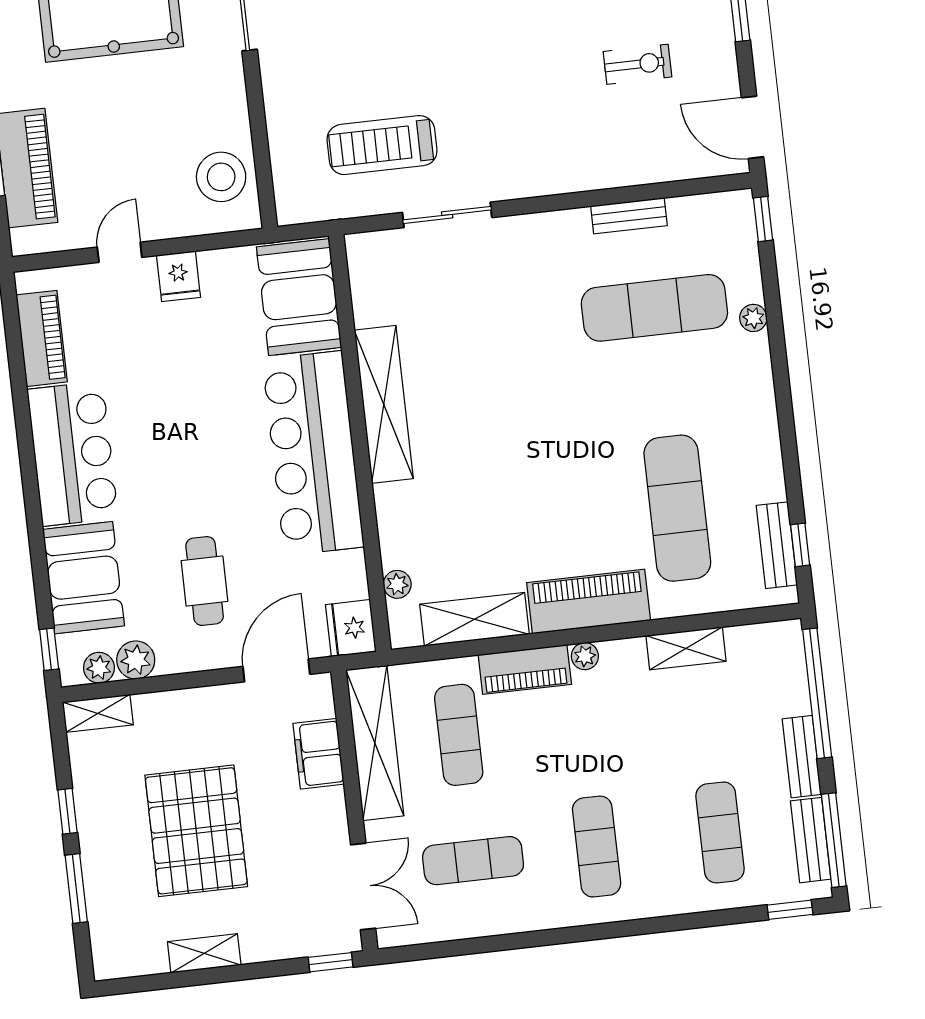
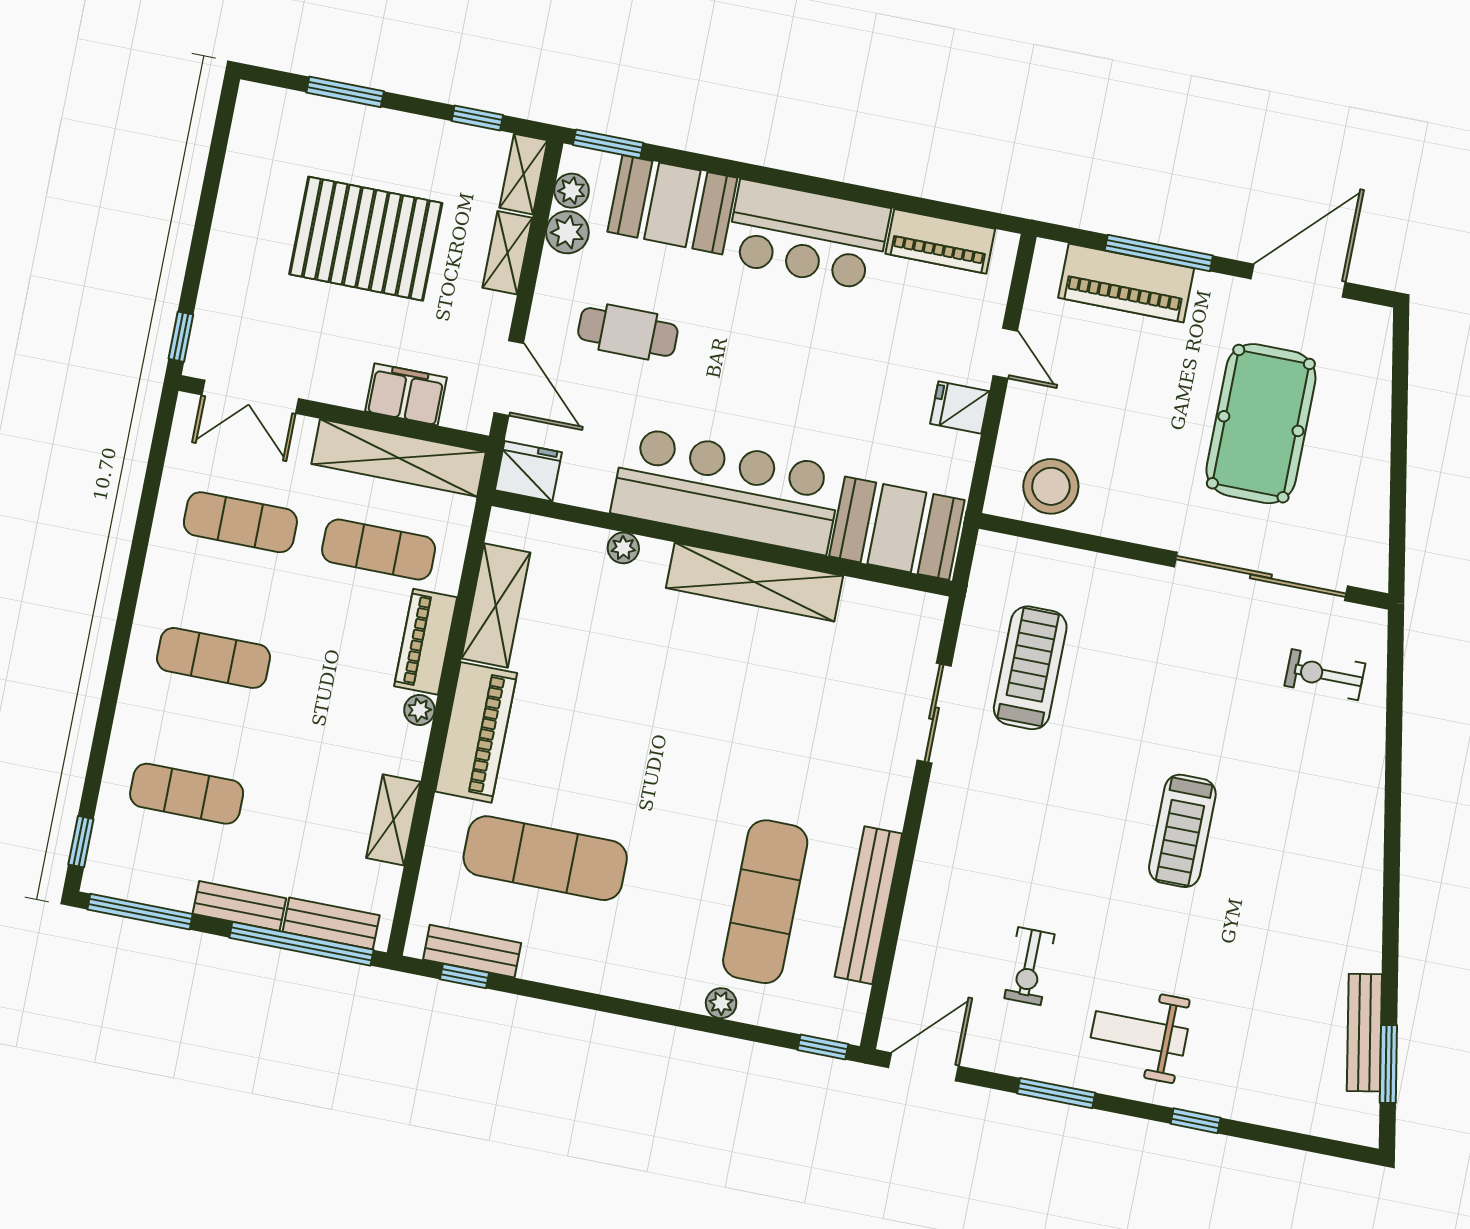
bench: (629, 216) -> (868, 905), width x1.86, depth x1.21
plant: (397, 584) -> (623, 548), moved
window: (49, 649) -> (608, 144), width x1.50
window: (67, 811) -> (477, 118), moved
bench: (811, 840) -> (331, 923), moved
exercise mat: (473, 861) -> (240, 522), turned 90
shelving: (204, 953) -> (507, 253), moved

